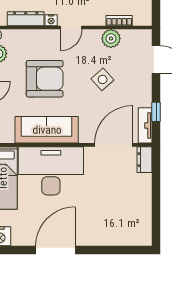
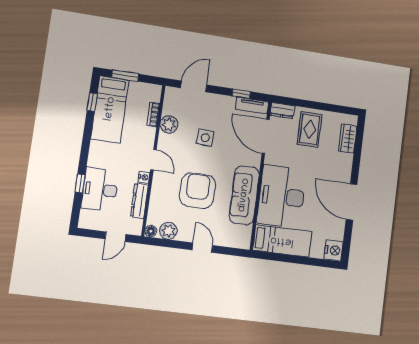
side table: (103, 79) -> (205, 138), turned 45
rug: (128, 193) -> (310, 129), added
wardrobe: (125, 237) -> (348, 139), added

